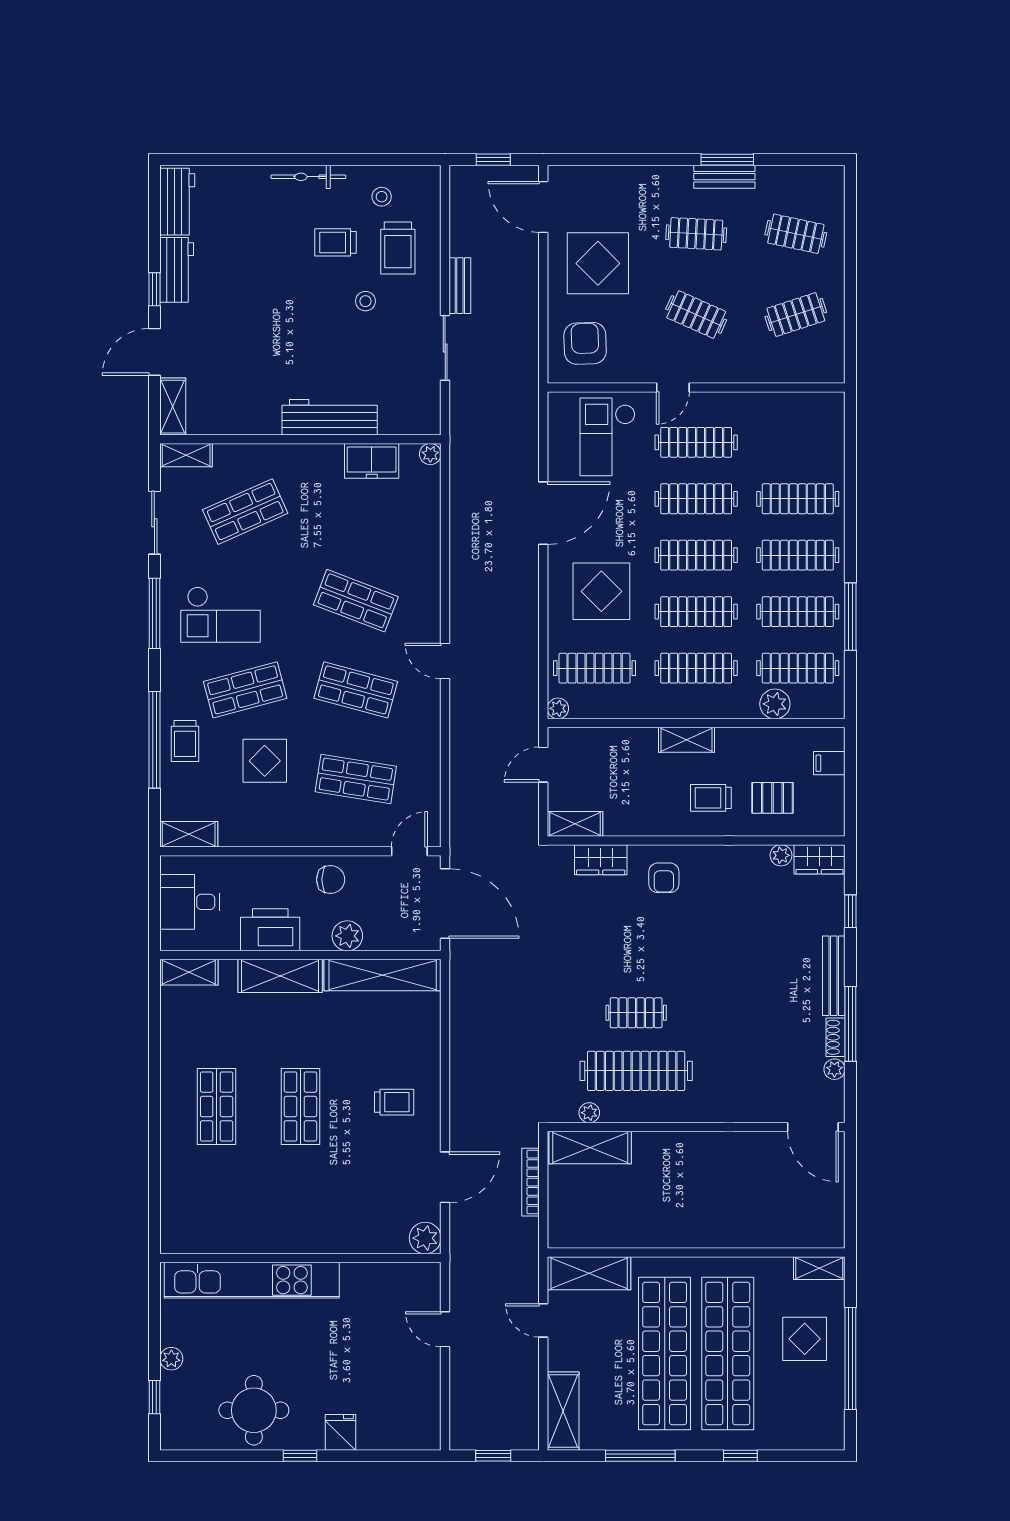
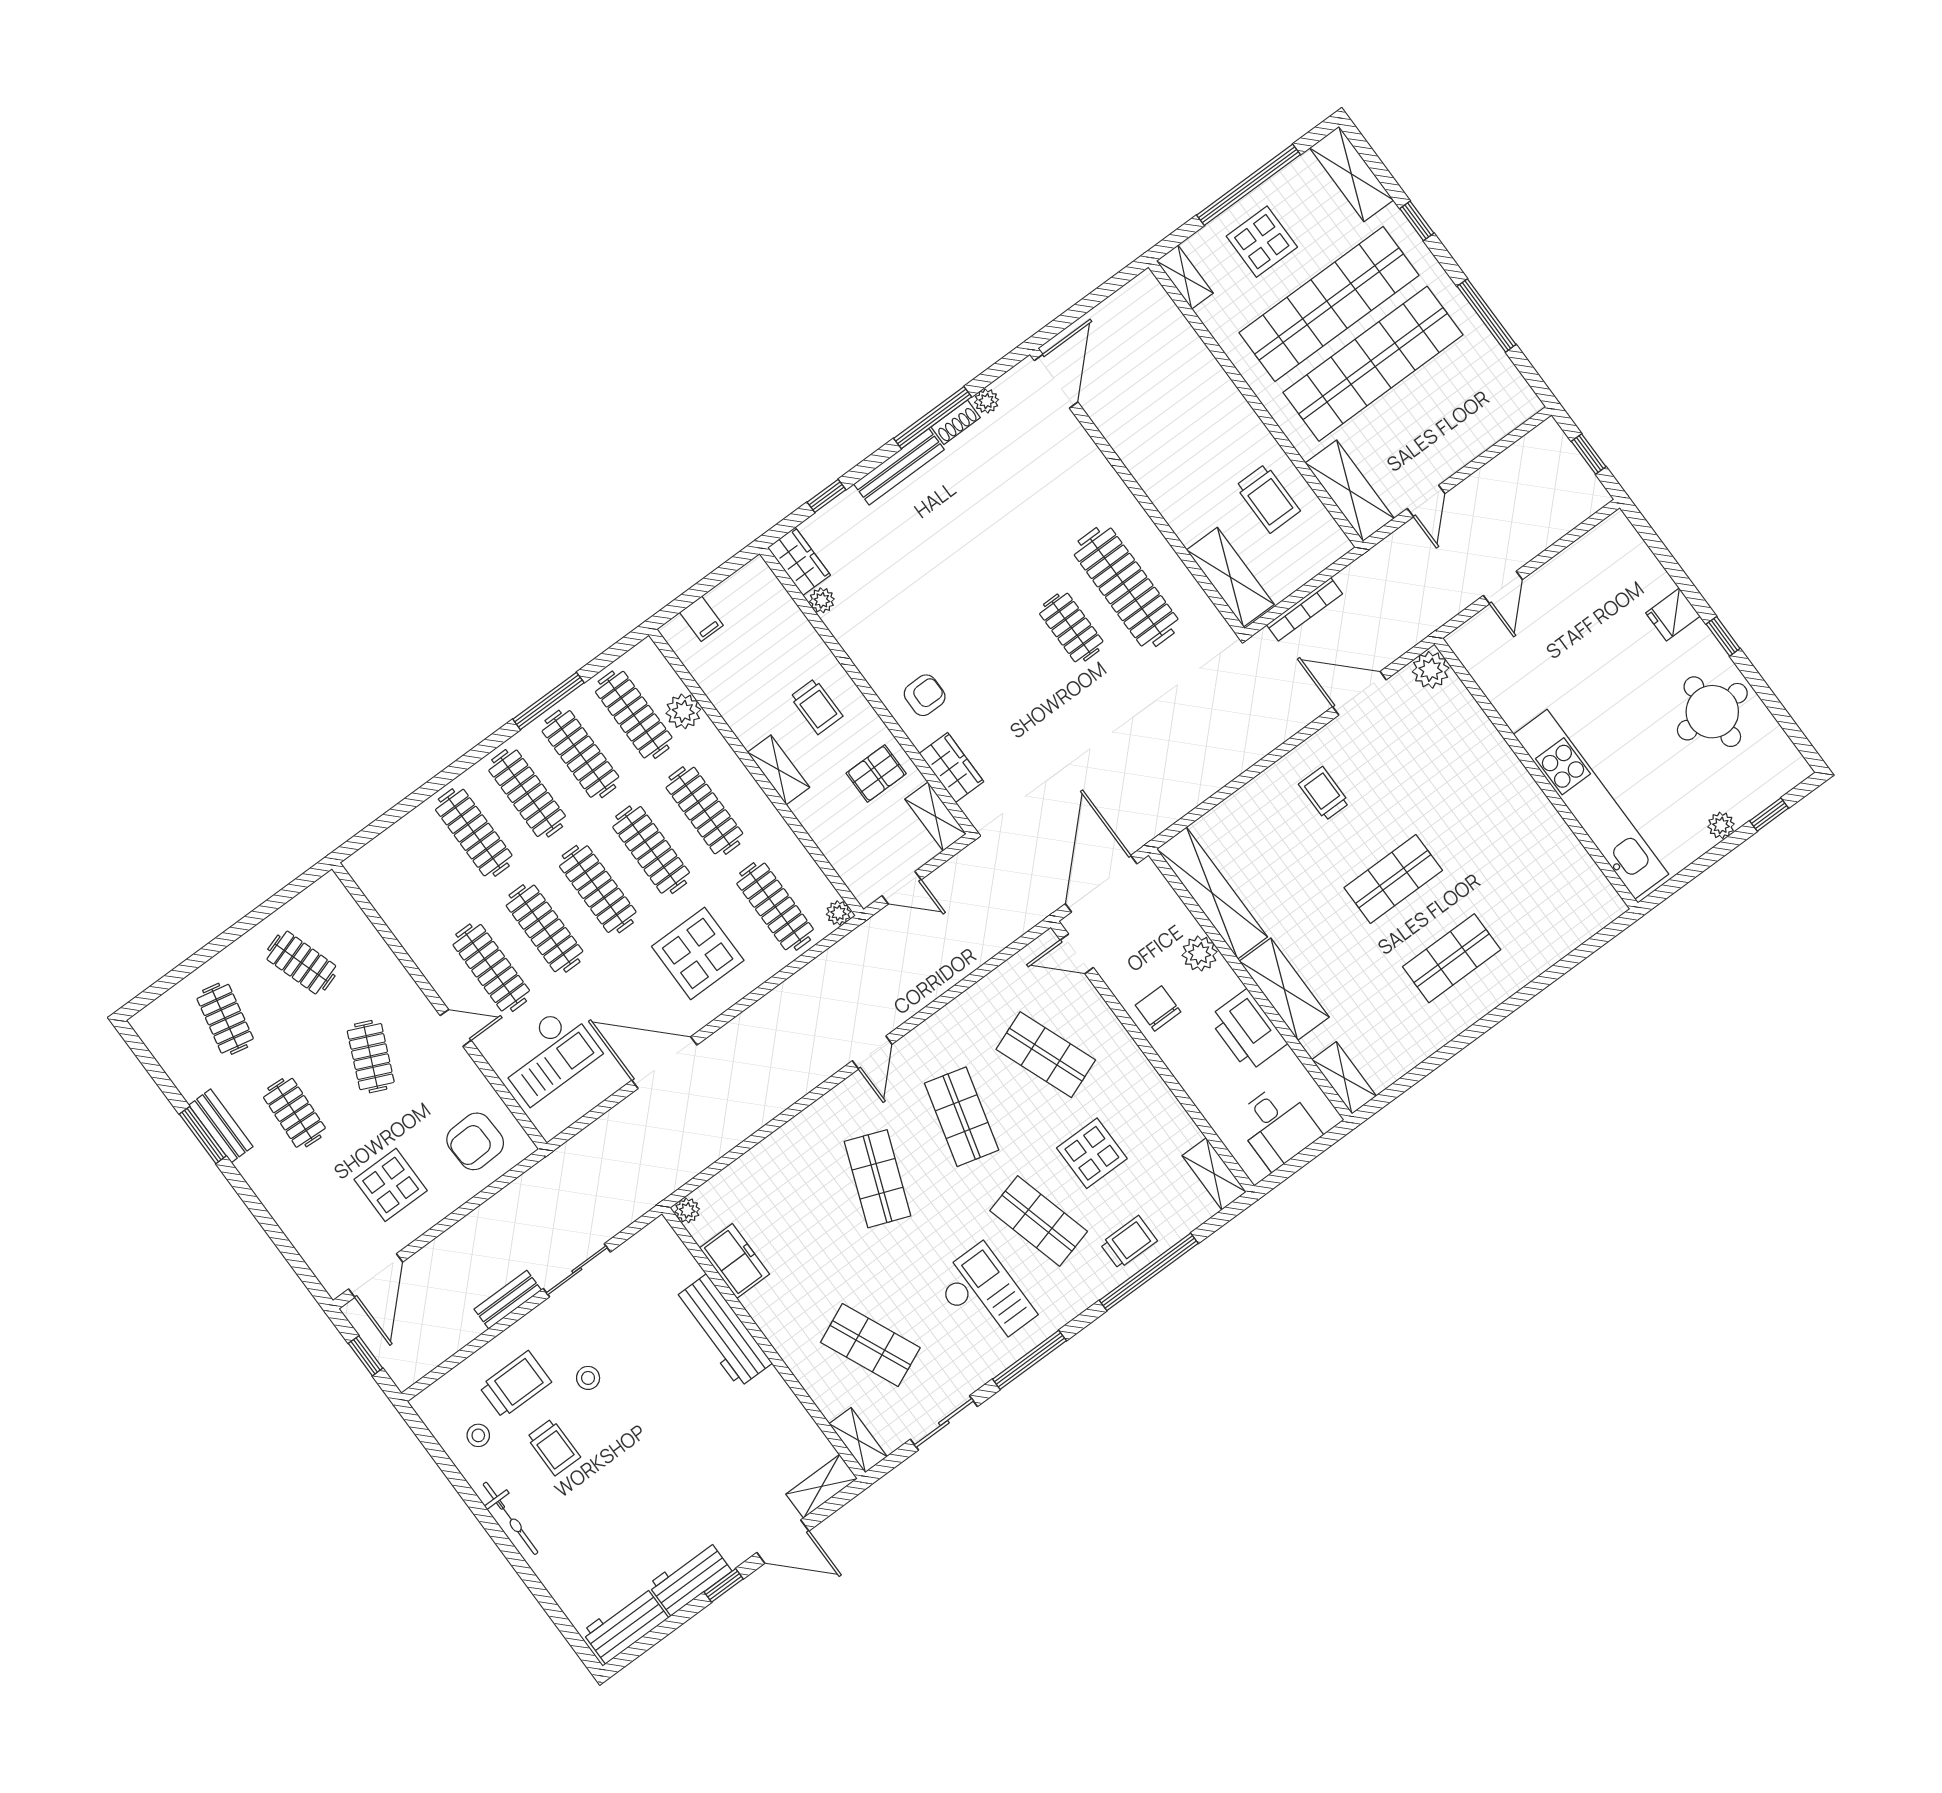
display table: (598, 263) -> (391, 1185), width x0.73, depth x0.73
shop shelf: (356, 779) -> (1046, 1055), turned -30
pallet: (772, 798) -> (876, 773), moved, turned 90
plant: (589, 1113) -> (1198, 602), removed
trolley: (625, 1213) -> (1268, 498), added
shelving: (563, 1411) -> (1351, 174), moved, turned 90

